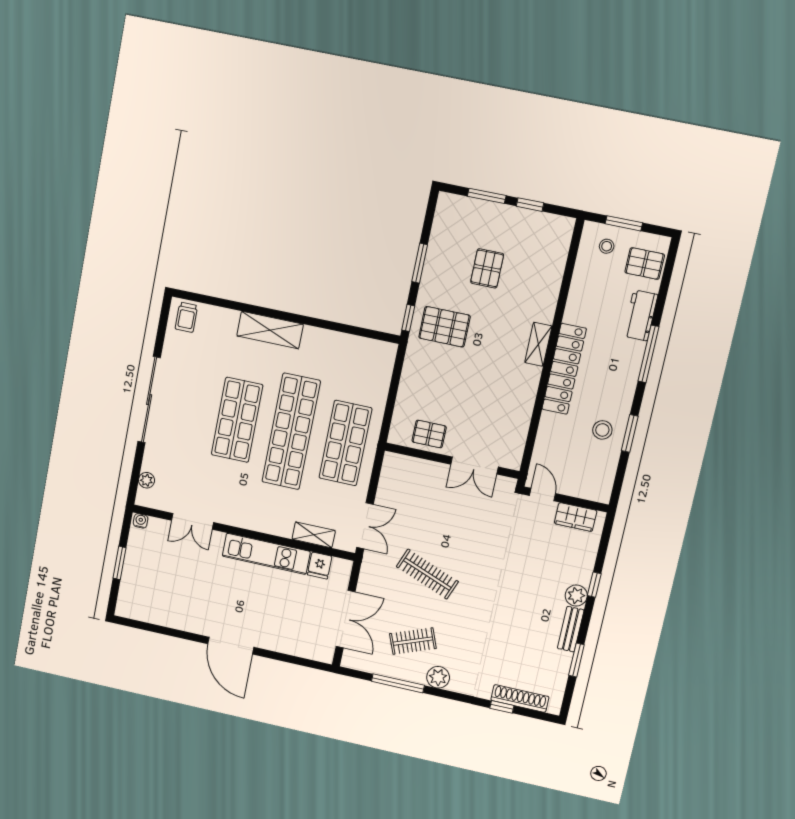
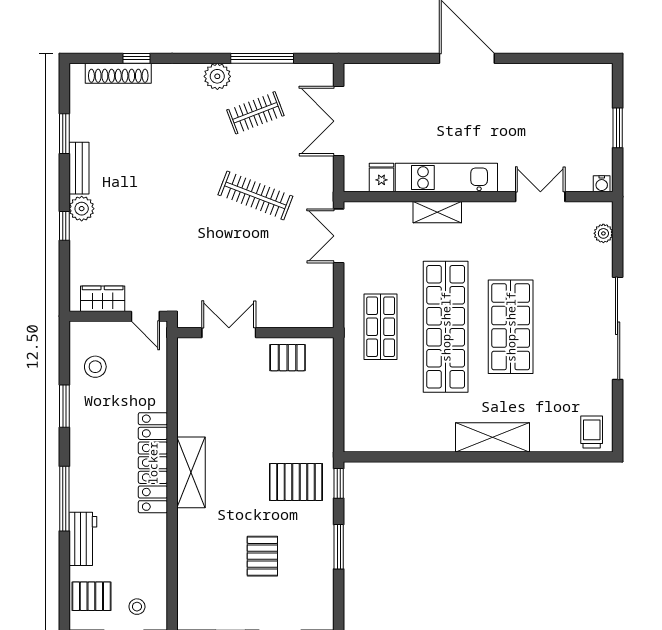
shelving: (538, 344) -> (191, 472), width x1.50, depth x1.33
stool: (602, 430) -> (95, 367), moved
shop shelf: (345, 443) -> (381, 327), width x0.70, depth x0.74
shelving: (314, 535) -> (437, 212), moved

